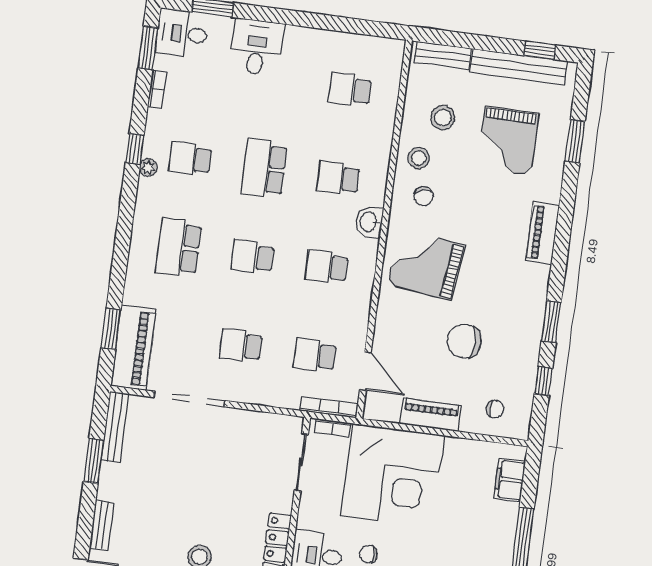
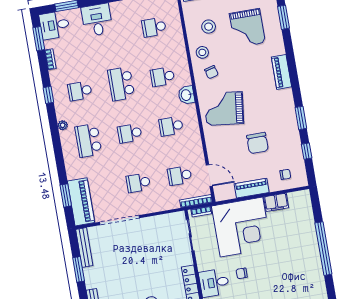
plant: (148, 168) -> (63, 125), moved
chair: (464, 341) -> (257, 143), turned -90
filing cabinet: (510, 480) -> (276, 202), moved, turned -90

